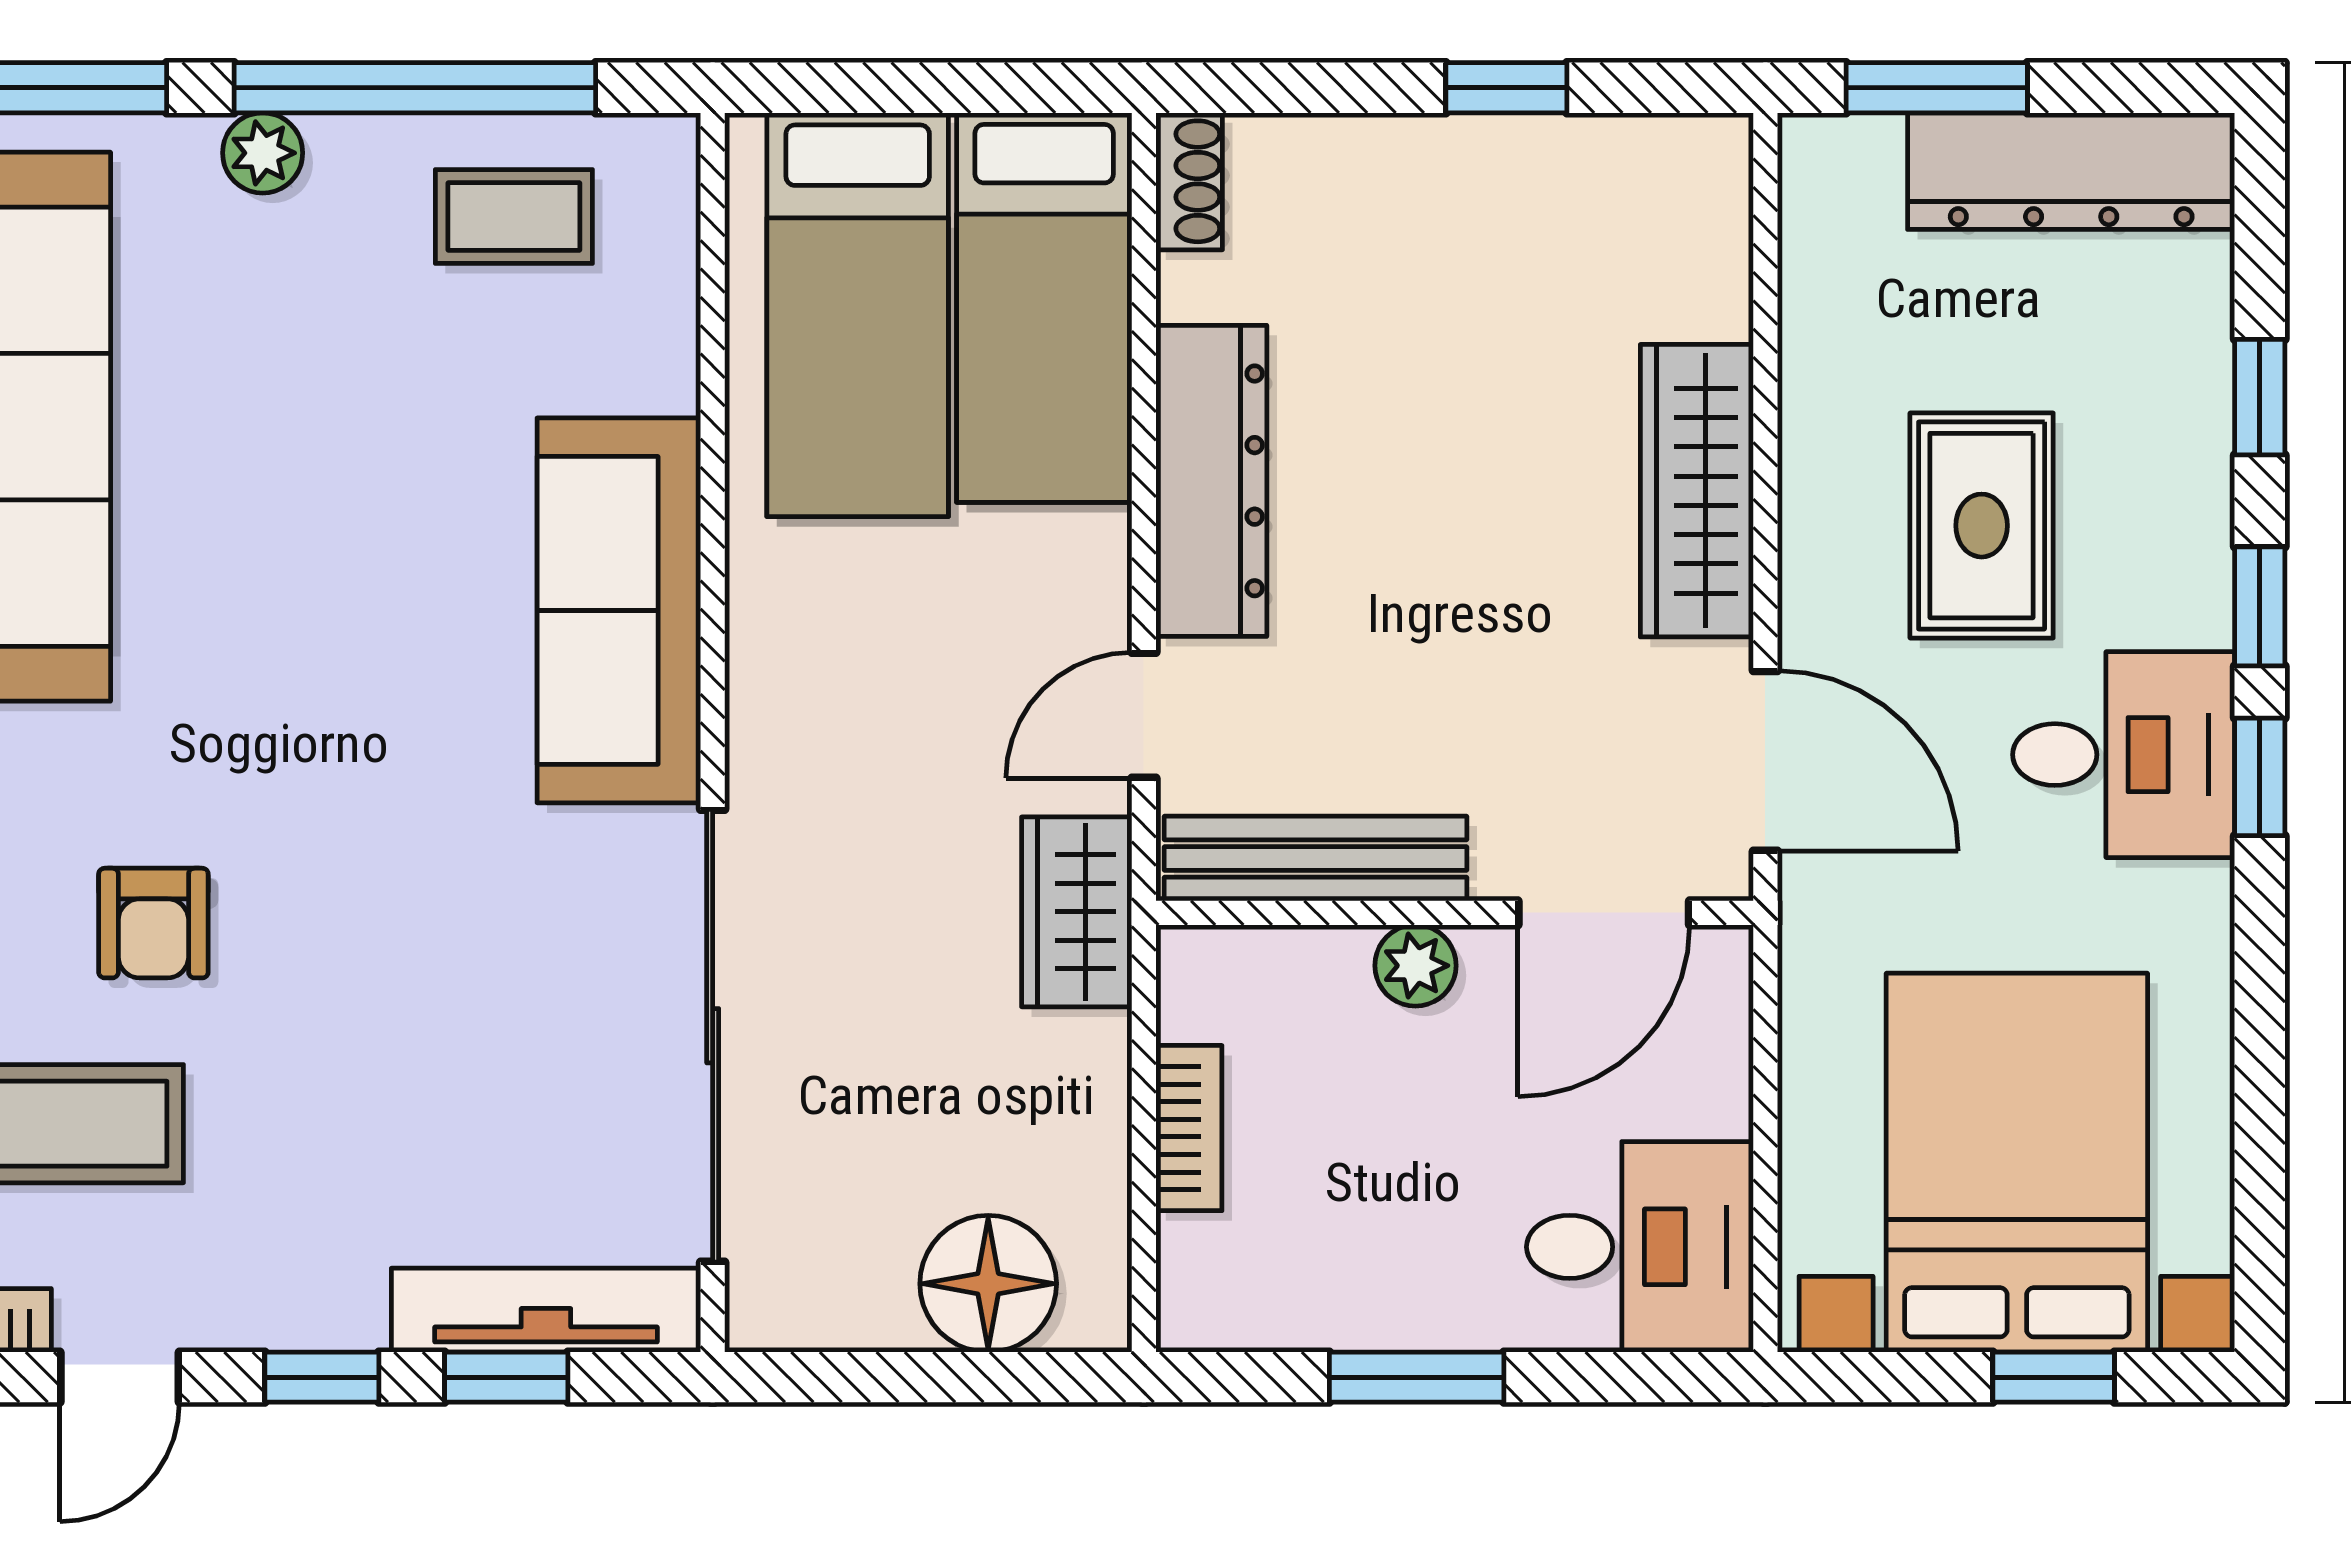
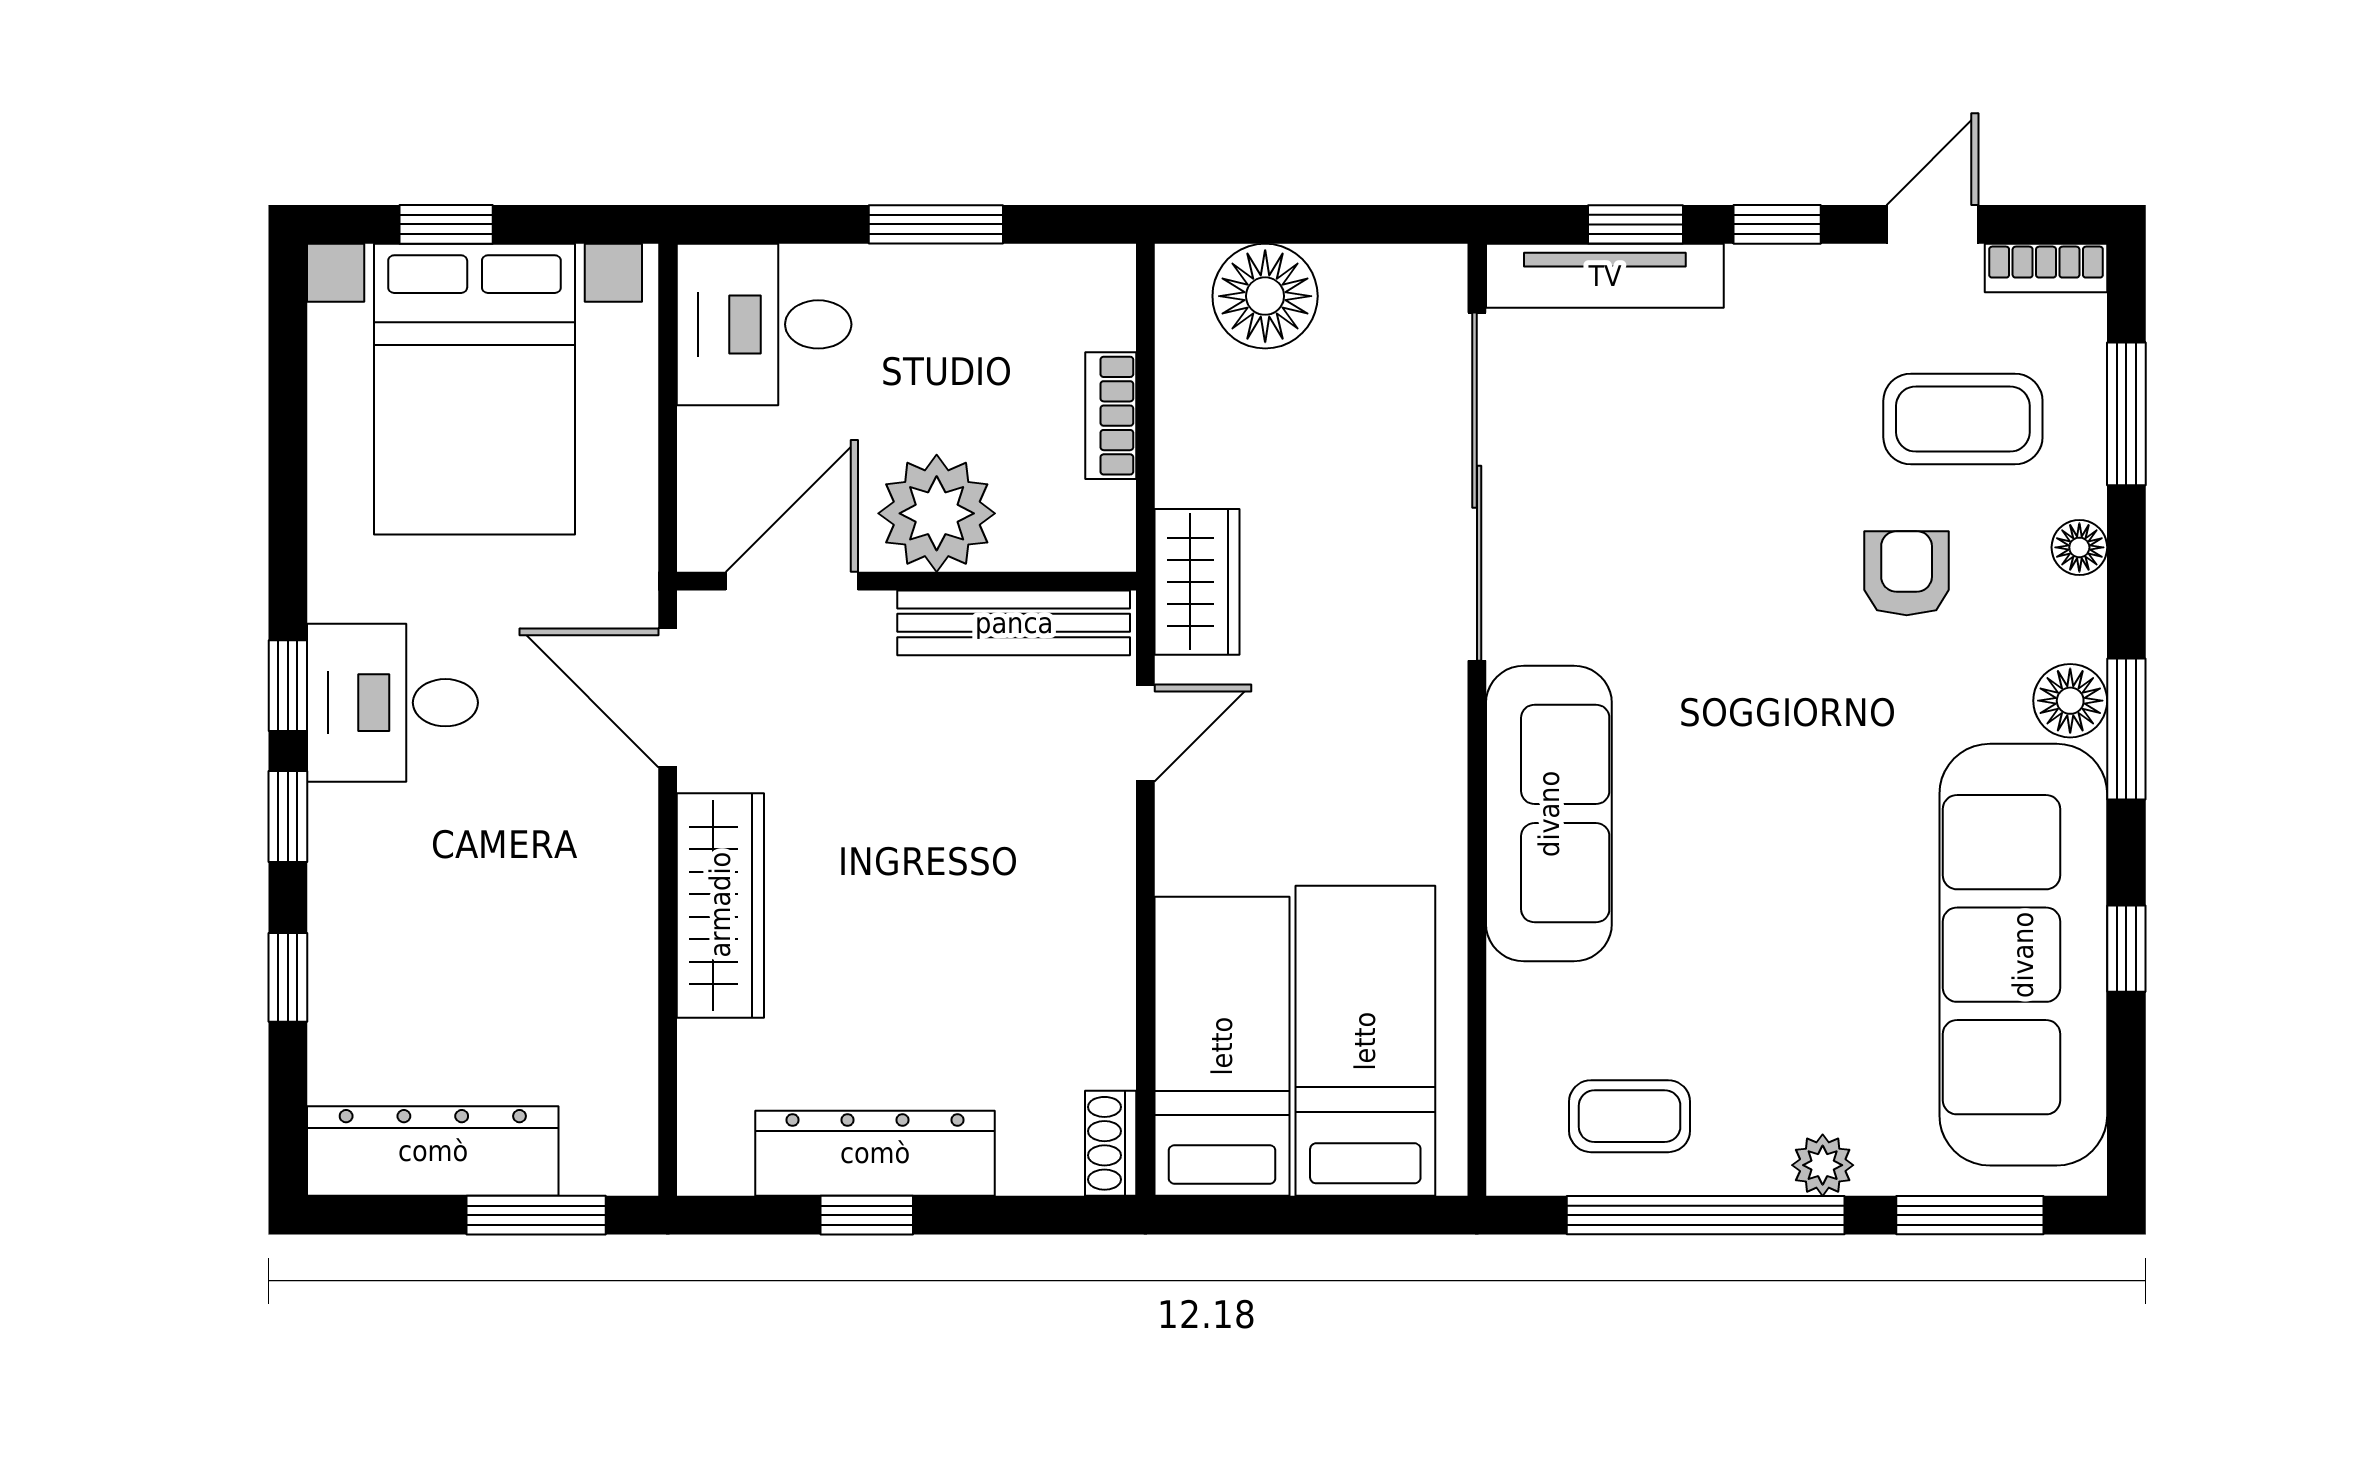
dresser: (1211, 481) -> (875, 1153), moved, turned 90
rug: (1982, 526) -> (502, 879), removed
plant: (1415, 966) -> (937, 513), width x1.87, depth x1.87

